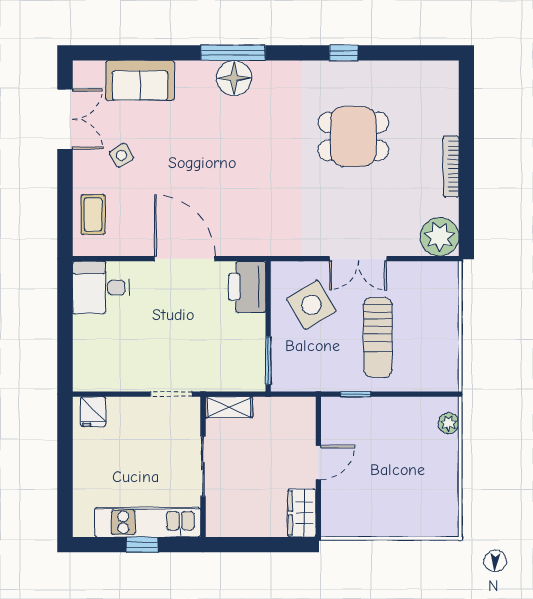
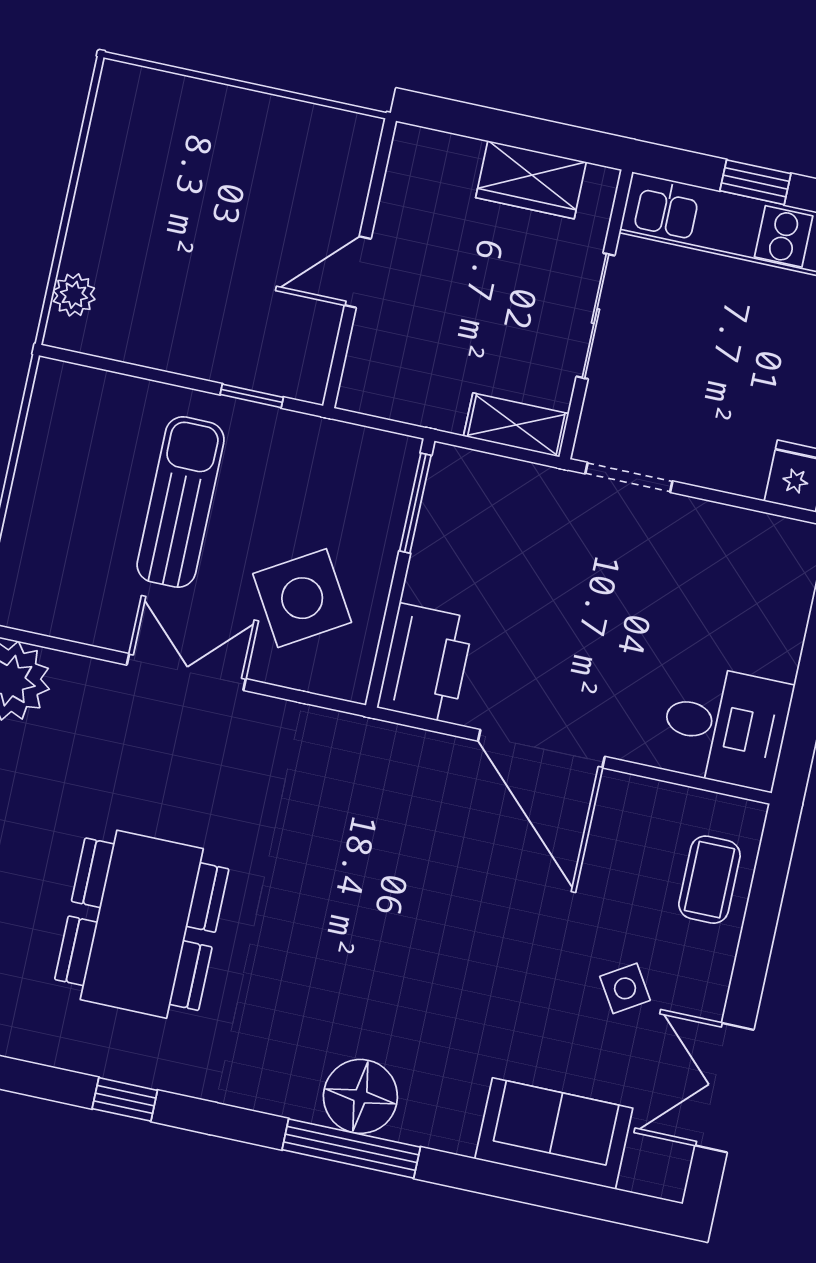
dining table: (353, 136) -> (142, 924), width x1.37
wardrobe: (302, 513) -> (531, 180), moved, turned 90

